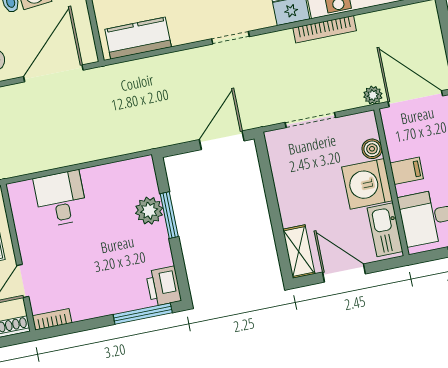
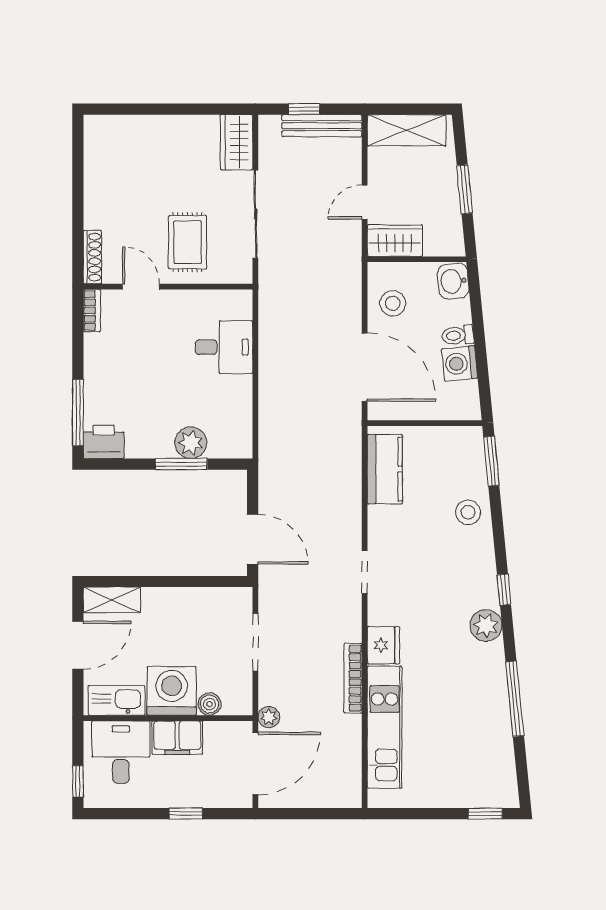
filing cabinet: (407, 171) -> (177, 738), width x2.00

